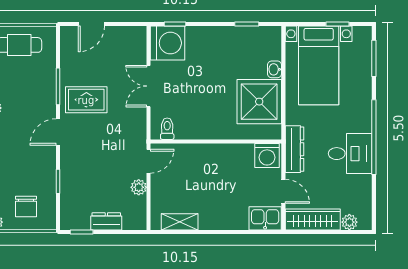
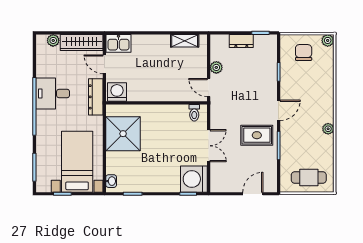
washbasin: (275, 69) -> (111, 181), moved
door: (149, 161) -> (209, 88), hinge flipped

